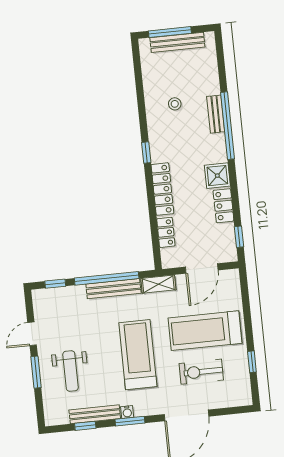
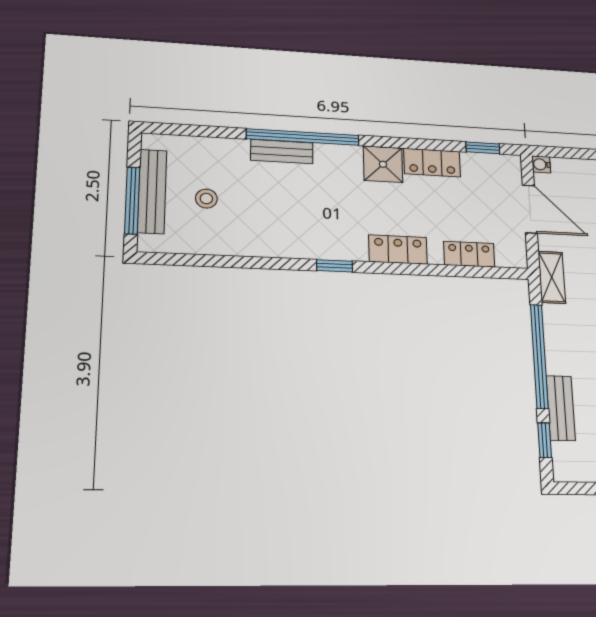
stool: (175, 104) -> (206, 199), moved
locker: (162, 189) -> (398, 249), width x0.66
water cooler: (234, 274) -> (541, 164), added
bench: (113, 289) -> (561, 408), moved, width x0.73

